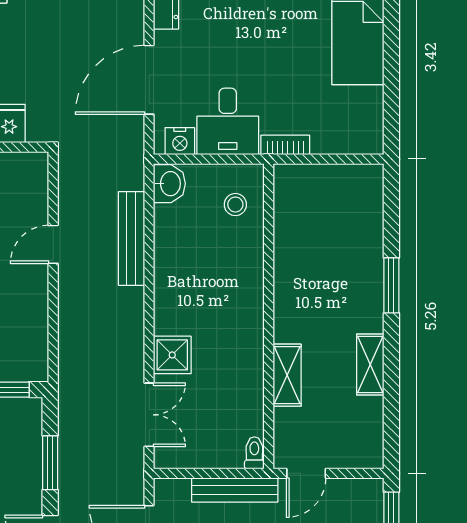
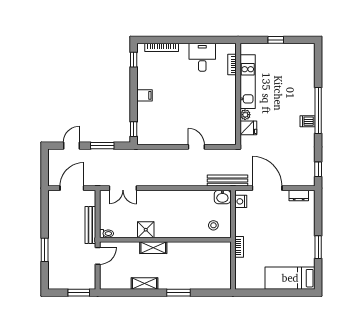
desk: (228, 121) -> (249, 222), removed
bench: (131, 239) -> (227, 181), moved
shower: (172, 355) -> (146, 230), moved
shelving: (287, 375) -> (153, 248), moved
door: (306, 473) -> (98, 256), swing flipped

